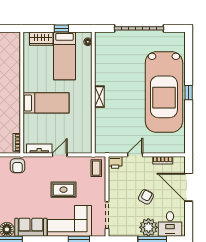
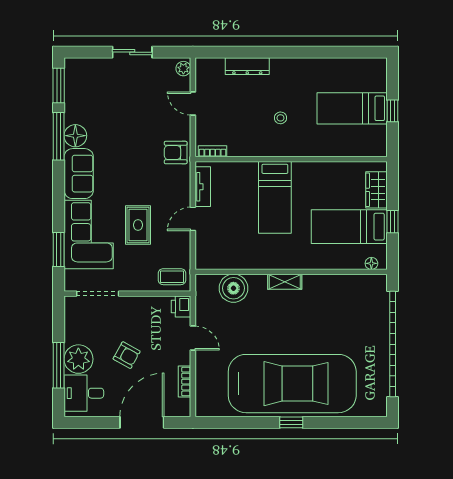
garage door: (139, 28) -> (393, 344), width x1.36
car: (164, 92) -> (292, 384), turned 180
boiler: (104, 129) -> (233, 288), added
door: (60, 155) -> (193, 219), swing flipped

